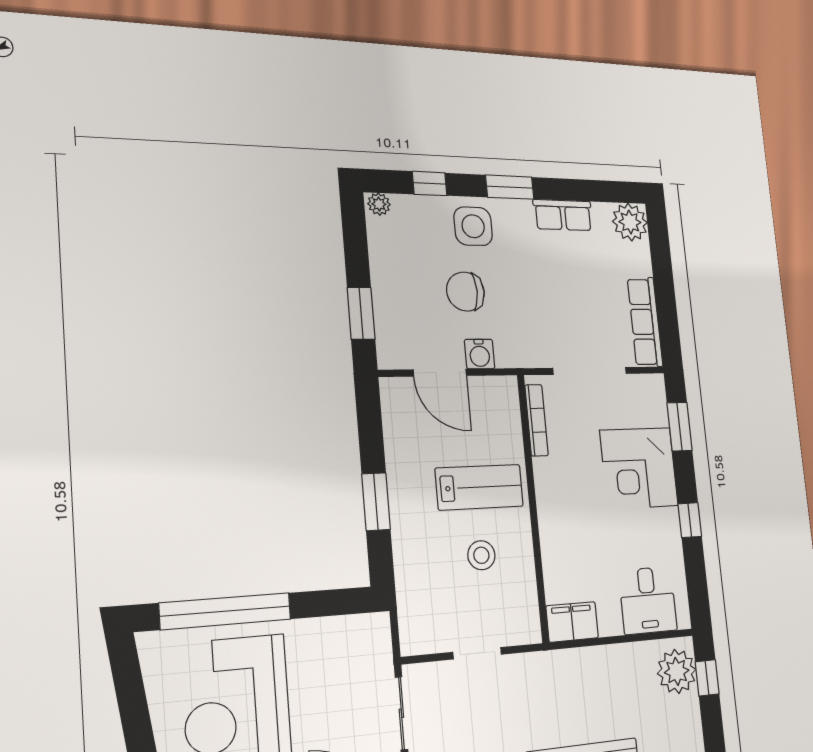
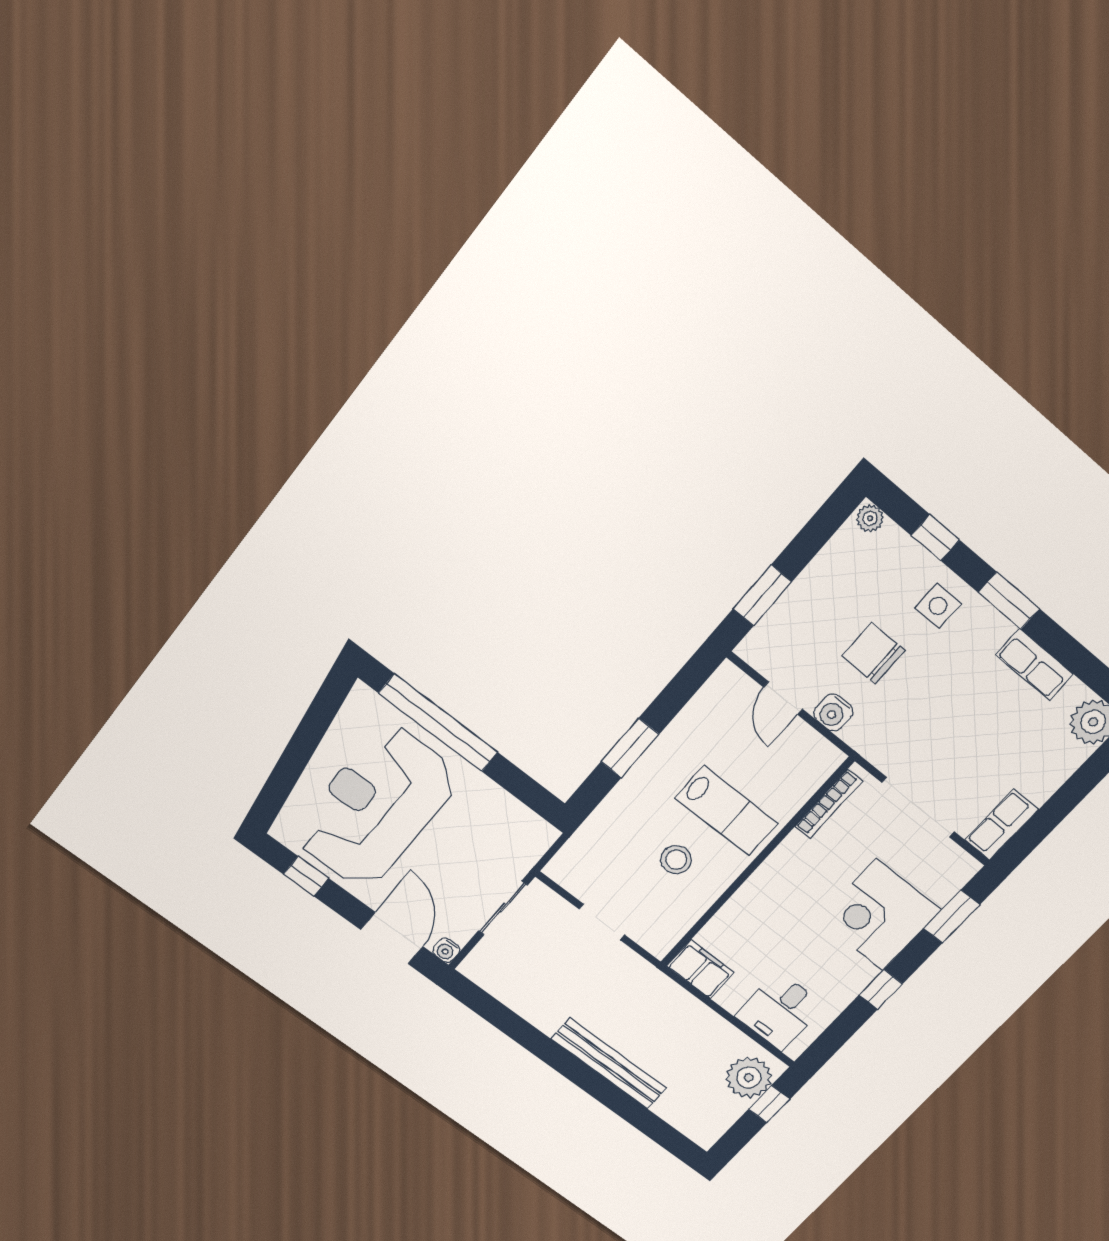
side table: (473, 226) -> (938, 606), width x0.73, depth x0.73
row of seats: (645, 322) -> (1002, 825), width x0.68
door: (440, 373) -> (783, 698), width x0.73

